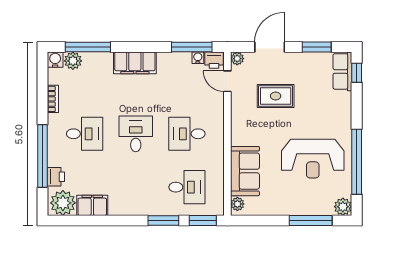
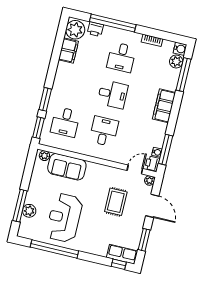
plant: (343, 207) -> (29, 211), moved

